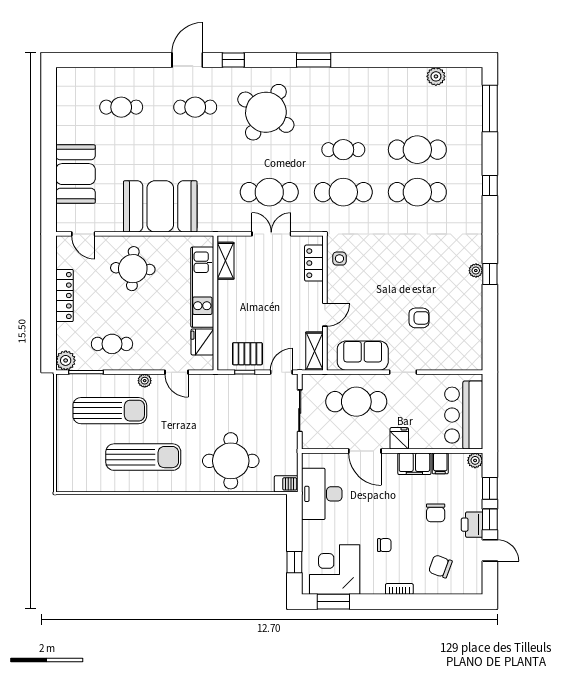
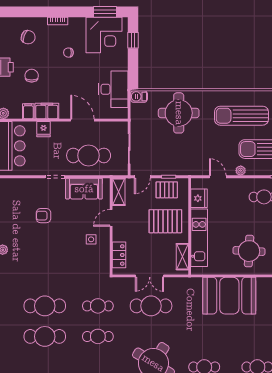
cafe table: (343, 192) -> (98, 306), width x0.73, depth x0.74
side table: (339, 259) -> (91, 239), moved
pallet: (249, 310) -> (165, 221), added
fridge: (399, 438) -> (43, 129), moved

